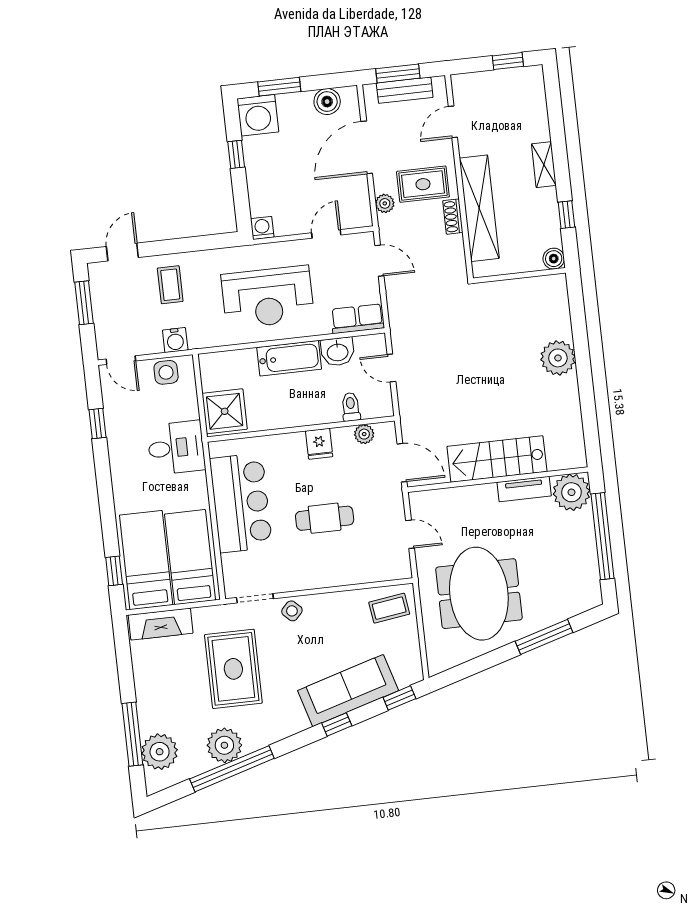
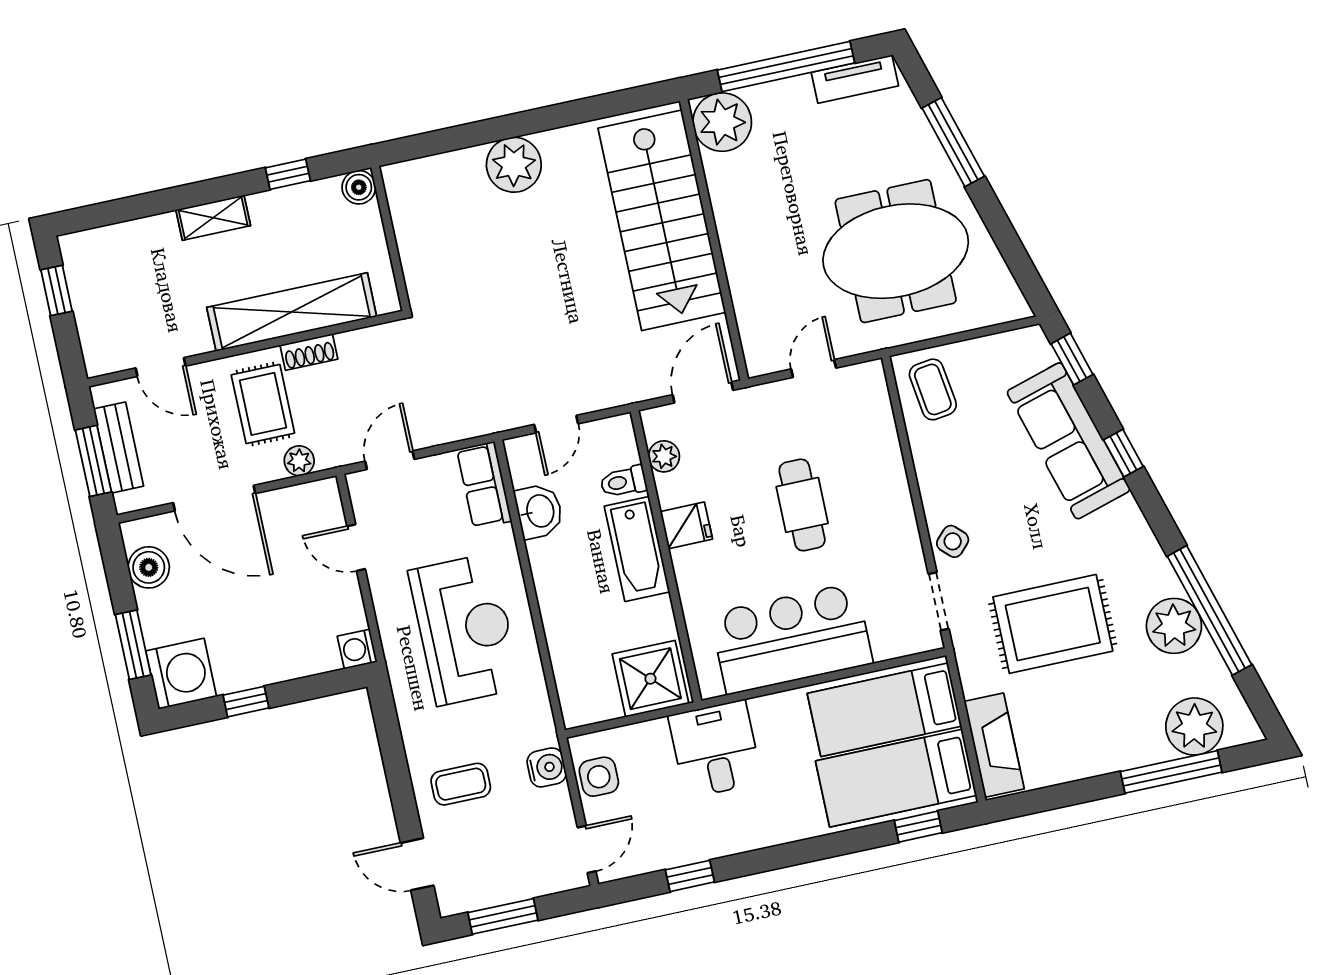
bathtub: (289, 358) -> (637, 549), moved, turned 180
stairs: (497, 459) -> (662, 220), width x1.36, depth x1.51
tv unit: (524, 489) -> (855, 79), moved, turned 90

